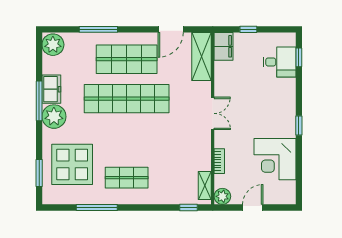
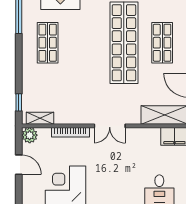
shop shelf: (127, 59) -> (162, 43), width x0.70, depth x0.74
bookcase: (219, 161) -> (70, 132), width x1.56

